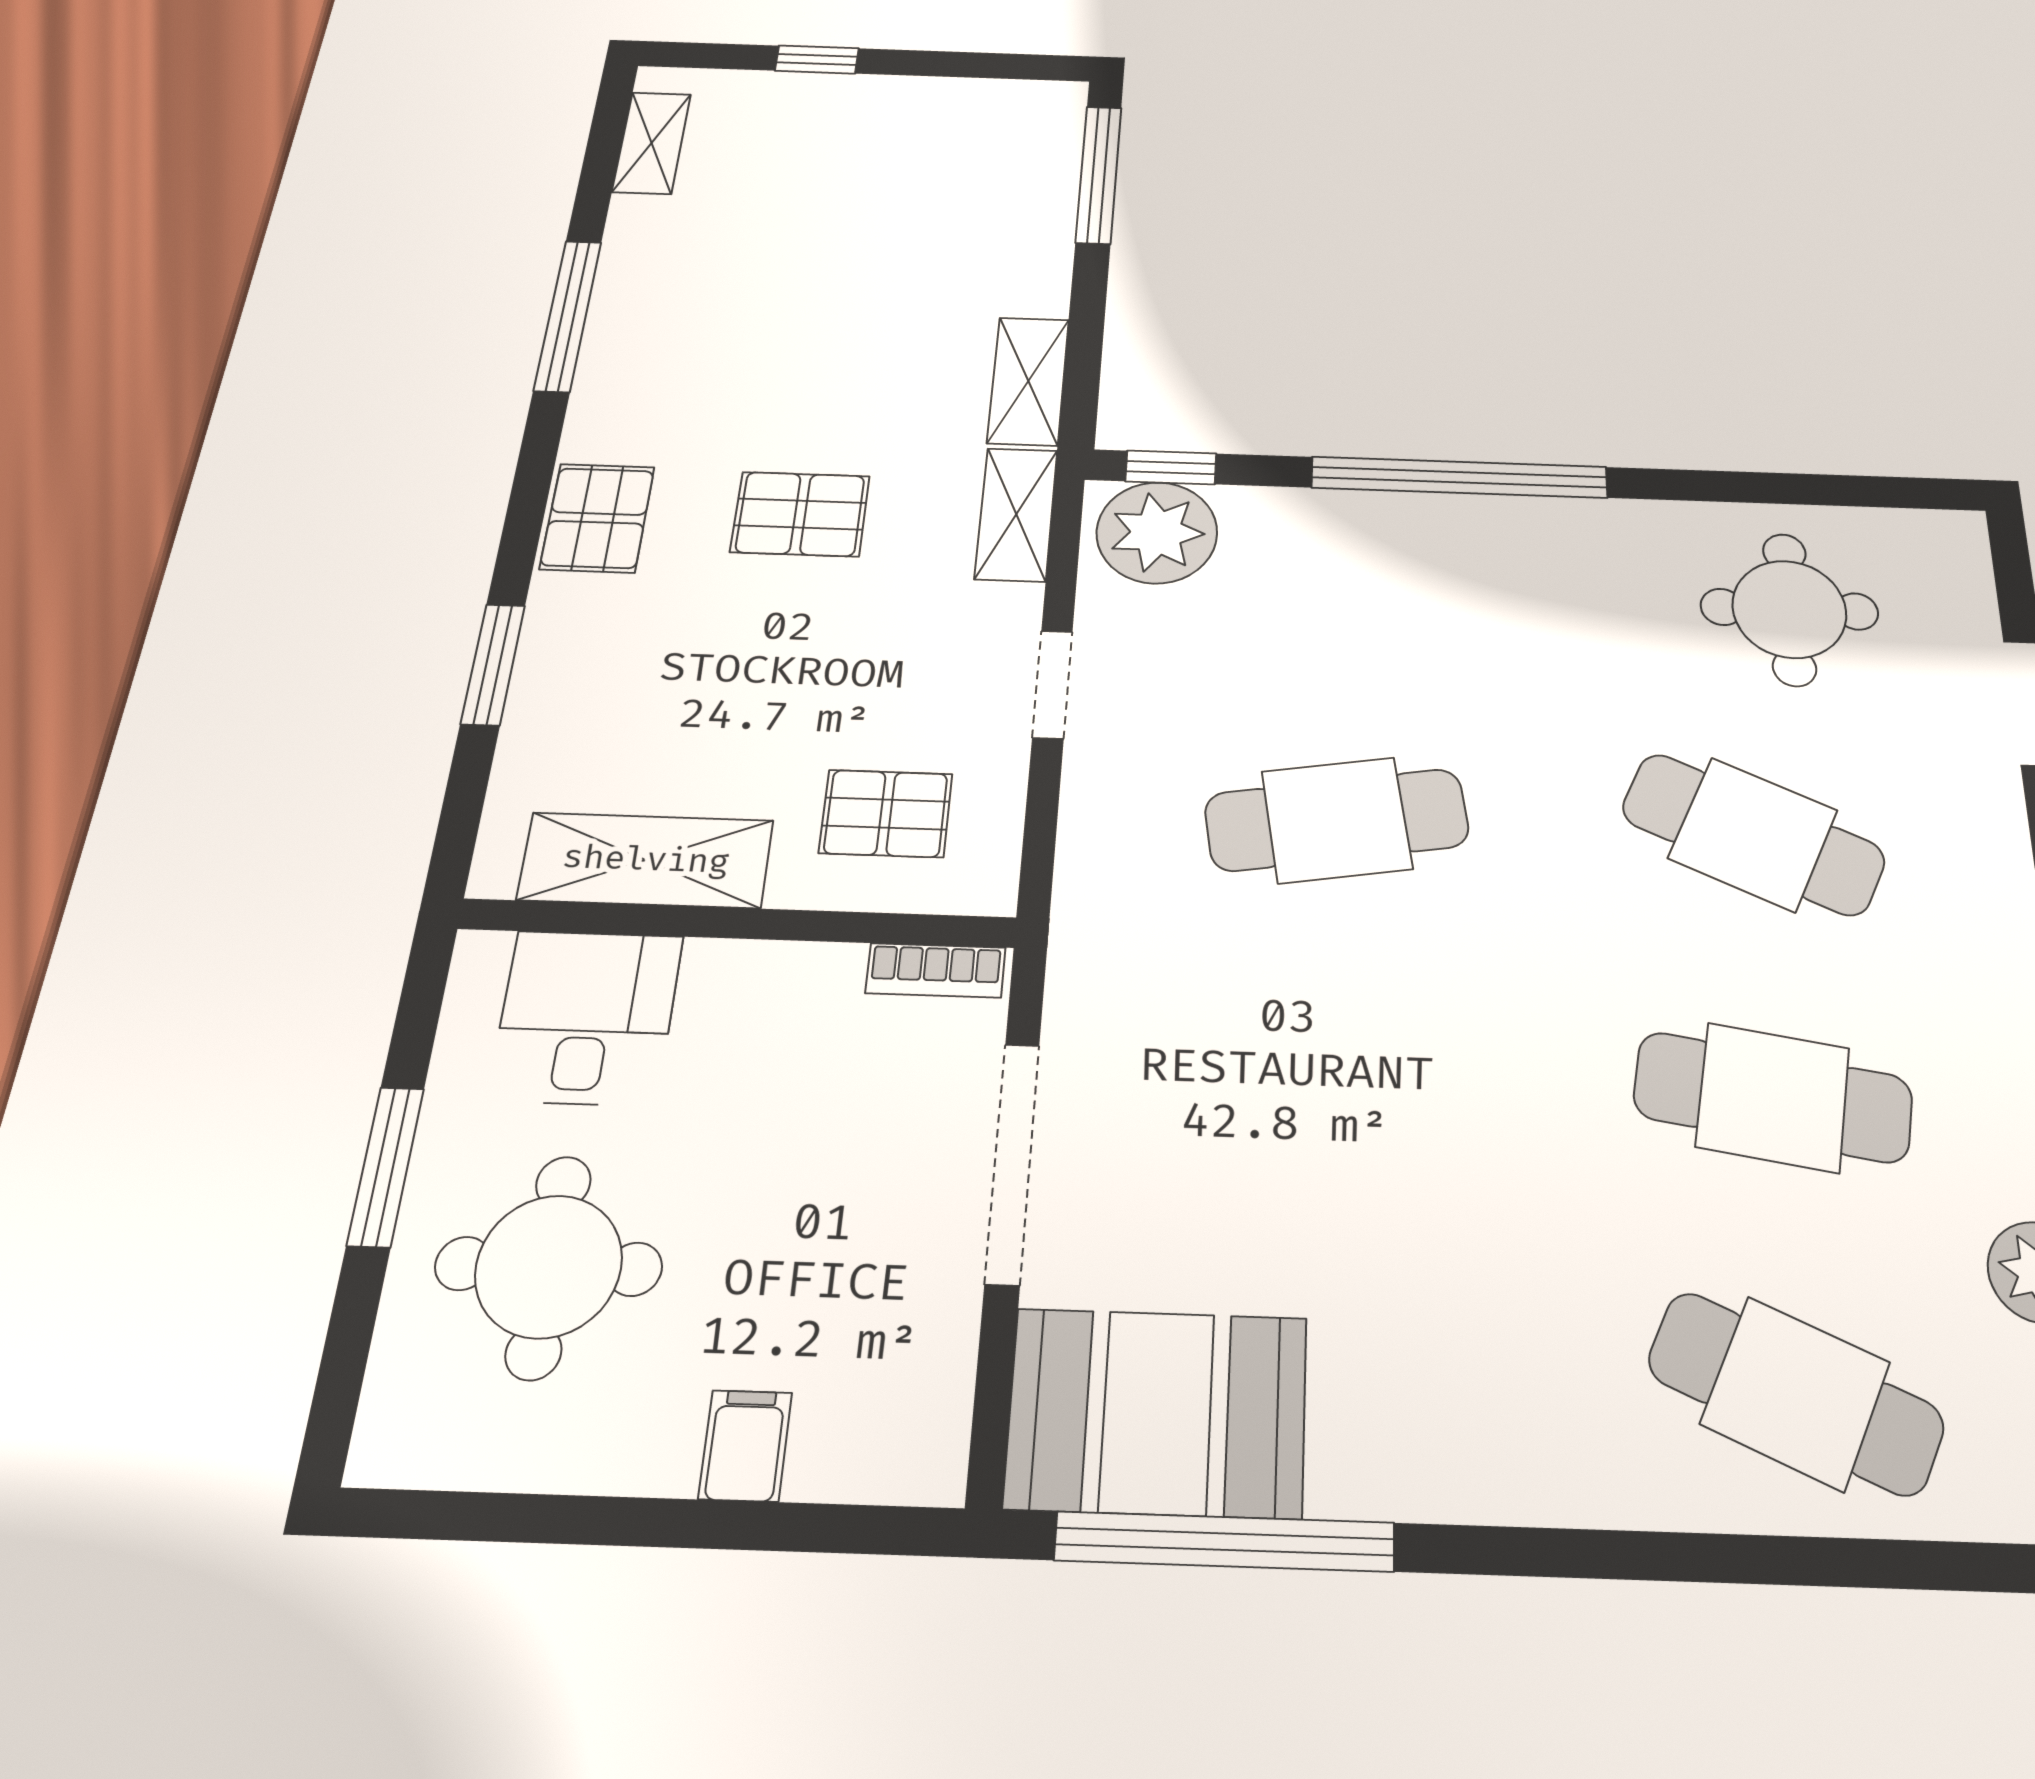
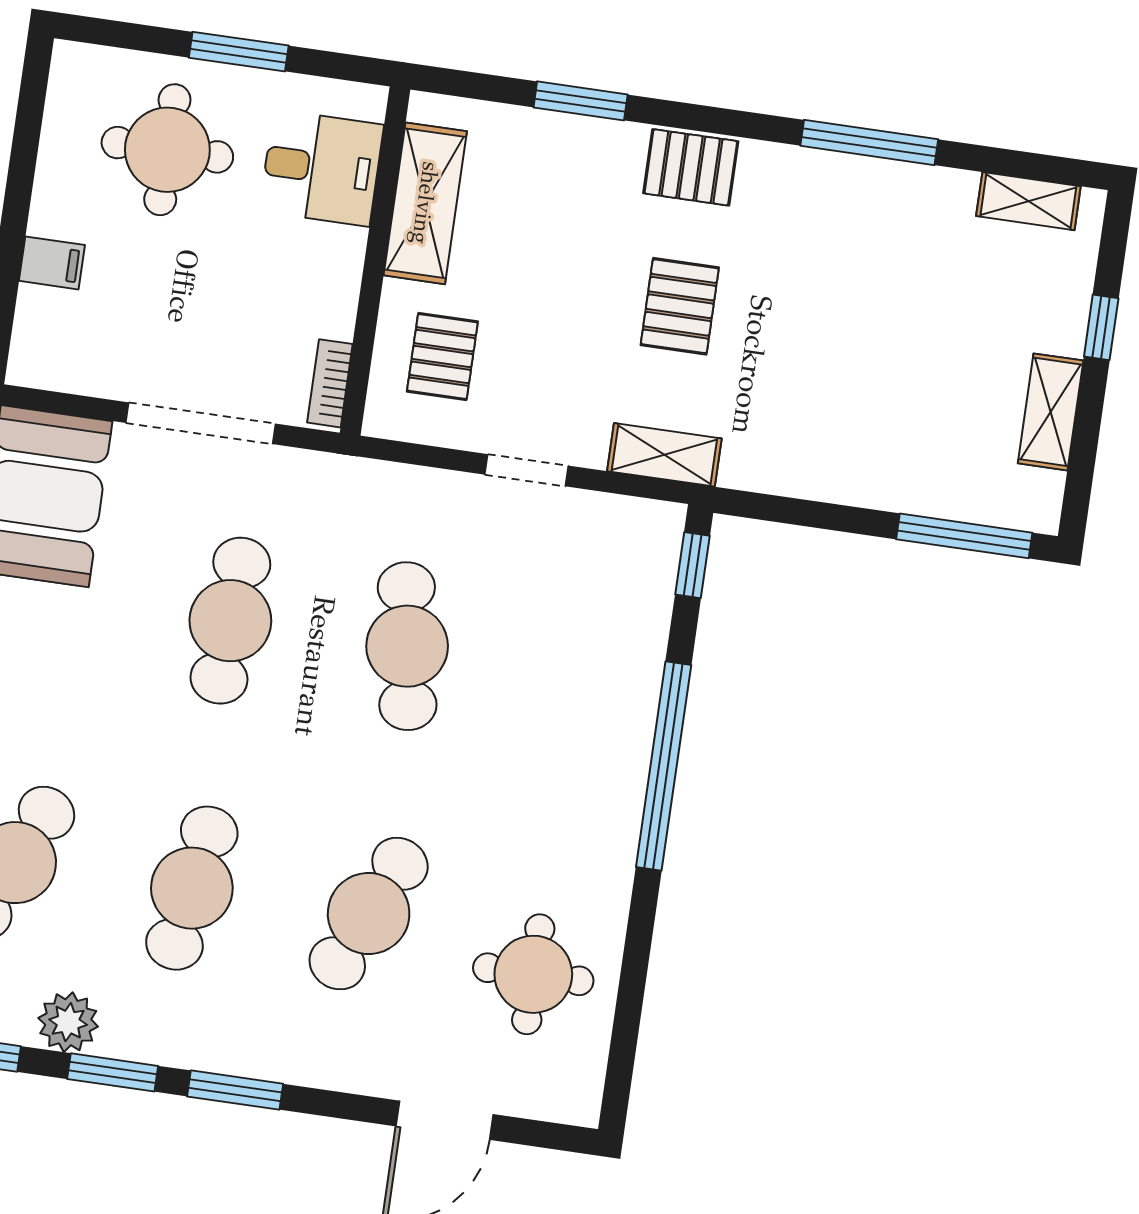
shelving: (1028, 381) -> (1051, 412), moved, turned 90
plant: (1157, 533) -> (639, 550), removed
cafe table: (1332, 1082) -> (230, 621), added

